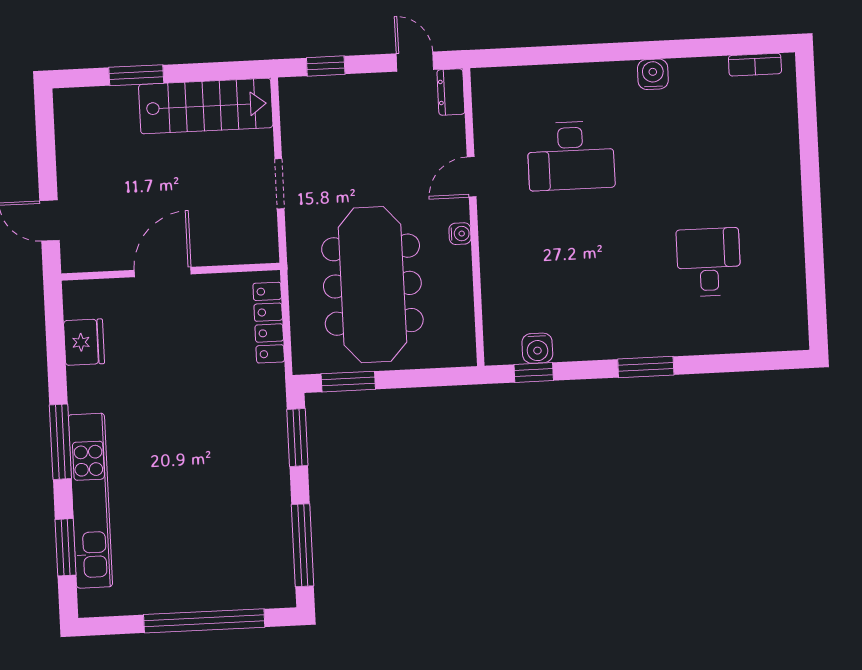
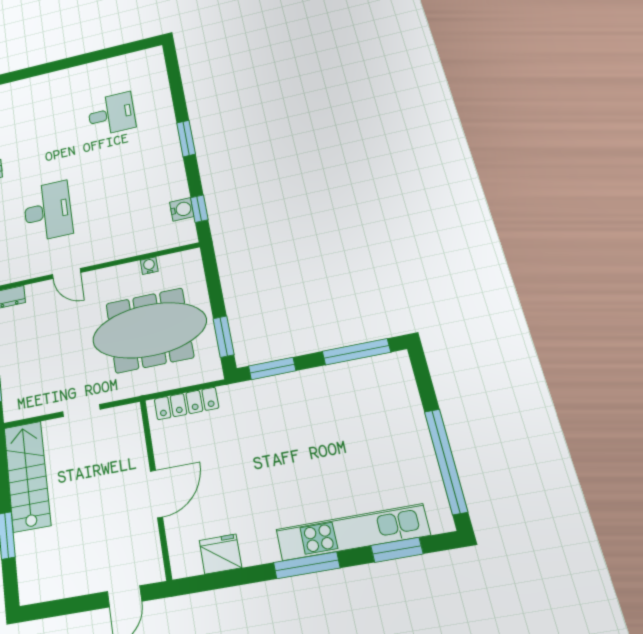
water cooler: (460, 234) -> (149, 266), moved
desk: (709, 262) -> (112, 114), turned 180
door: (163, 272) -> (156, 494), swing flipped
window: (204, 621) -> (446, 461), moved

